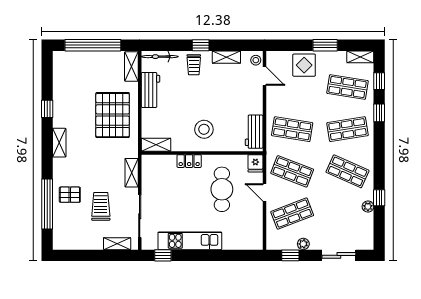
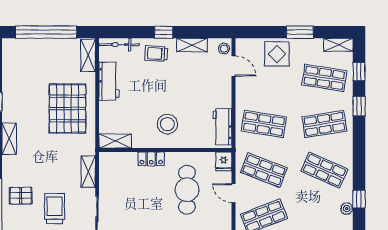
trolley: (194, 65) -> (156, 54), turned 93

